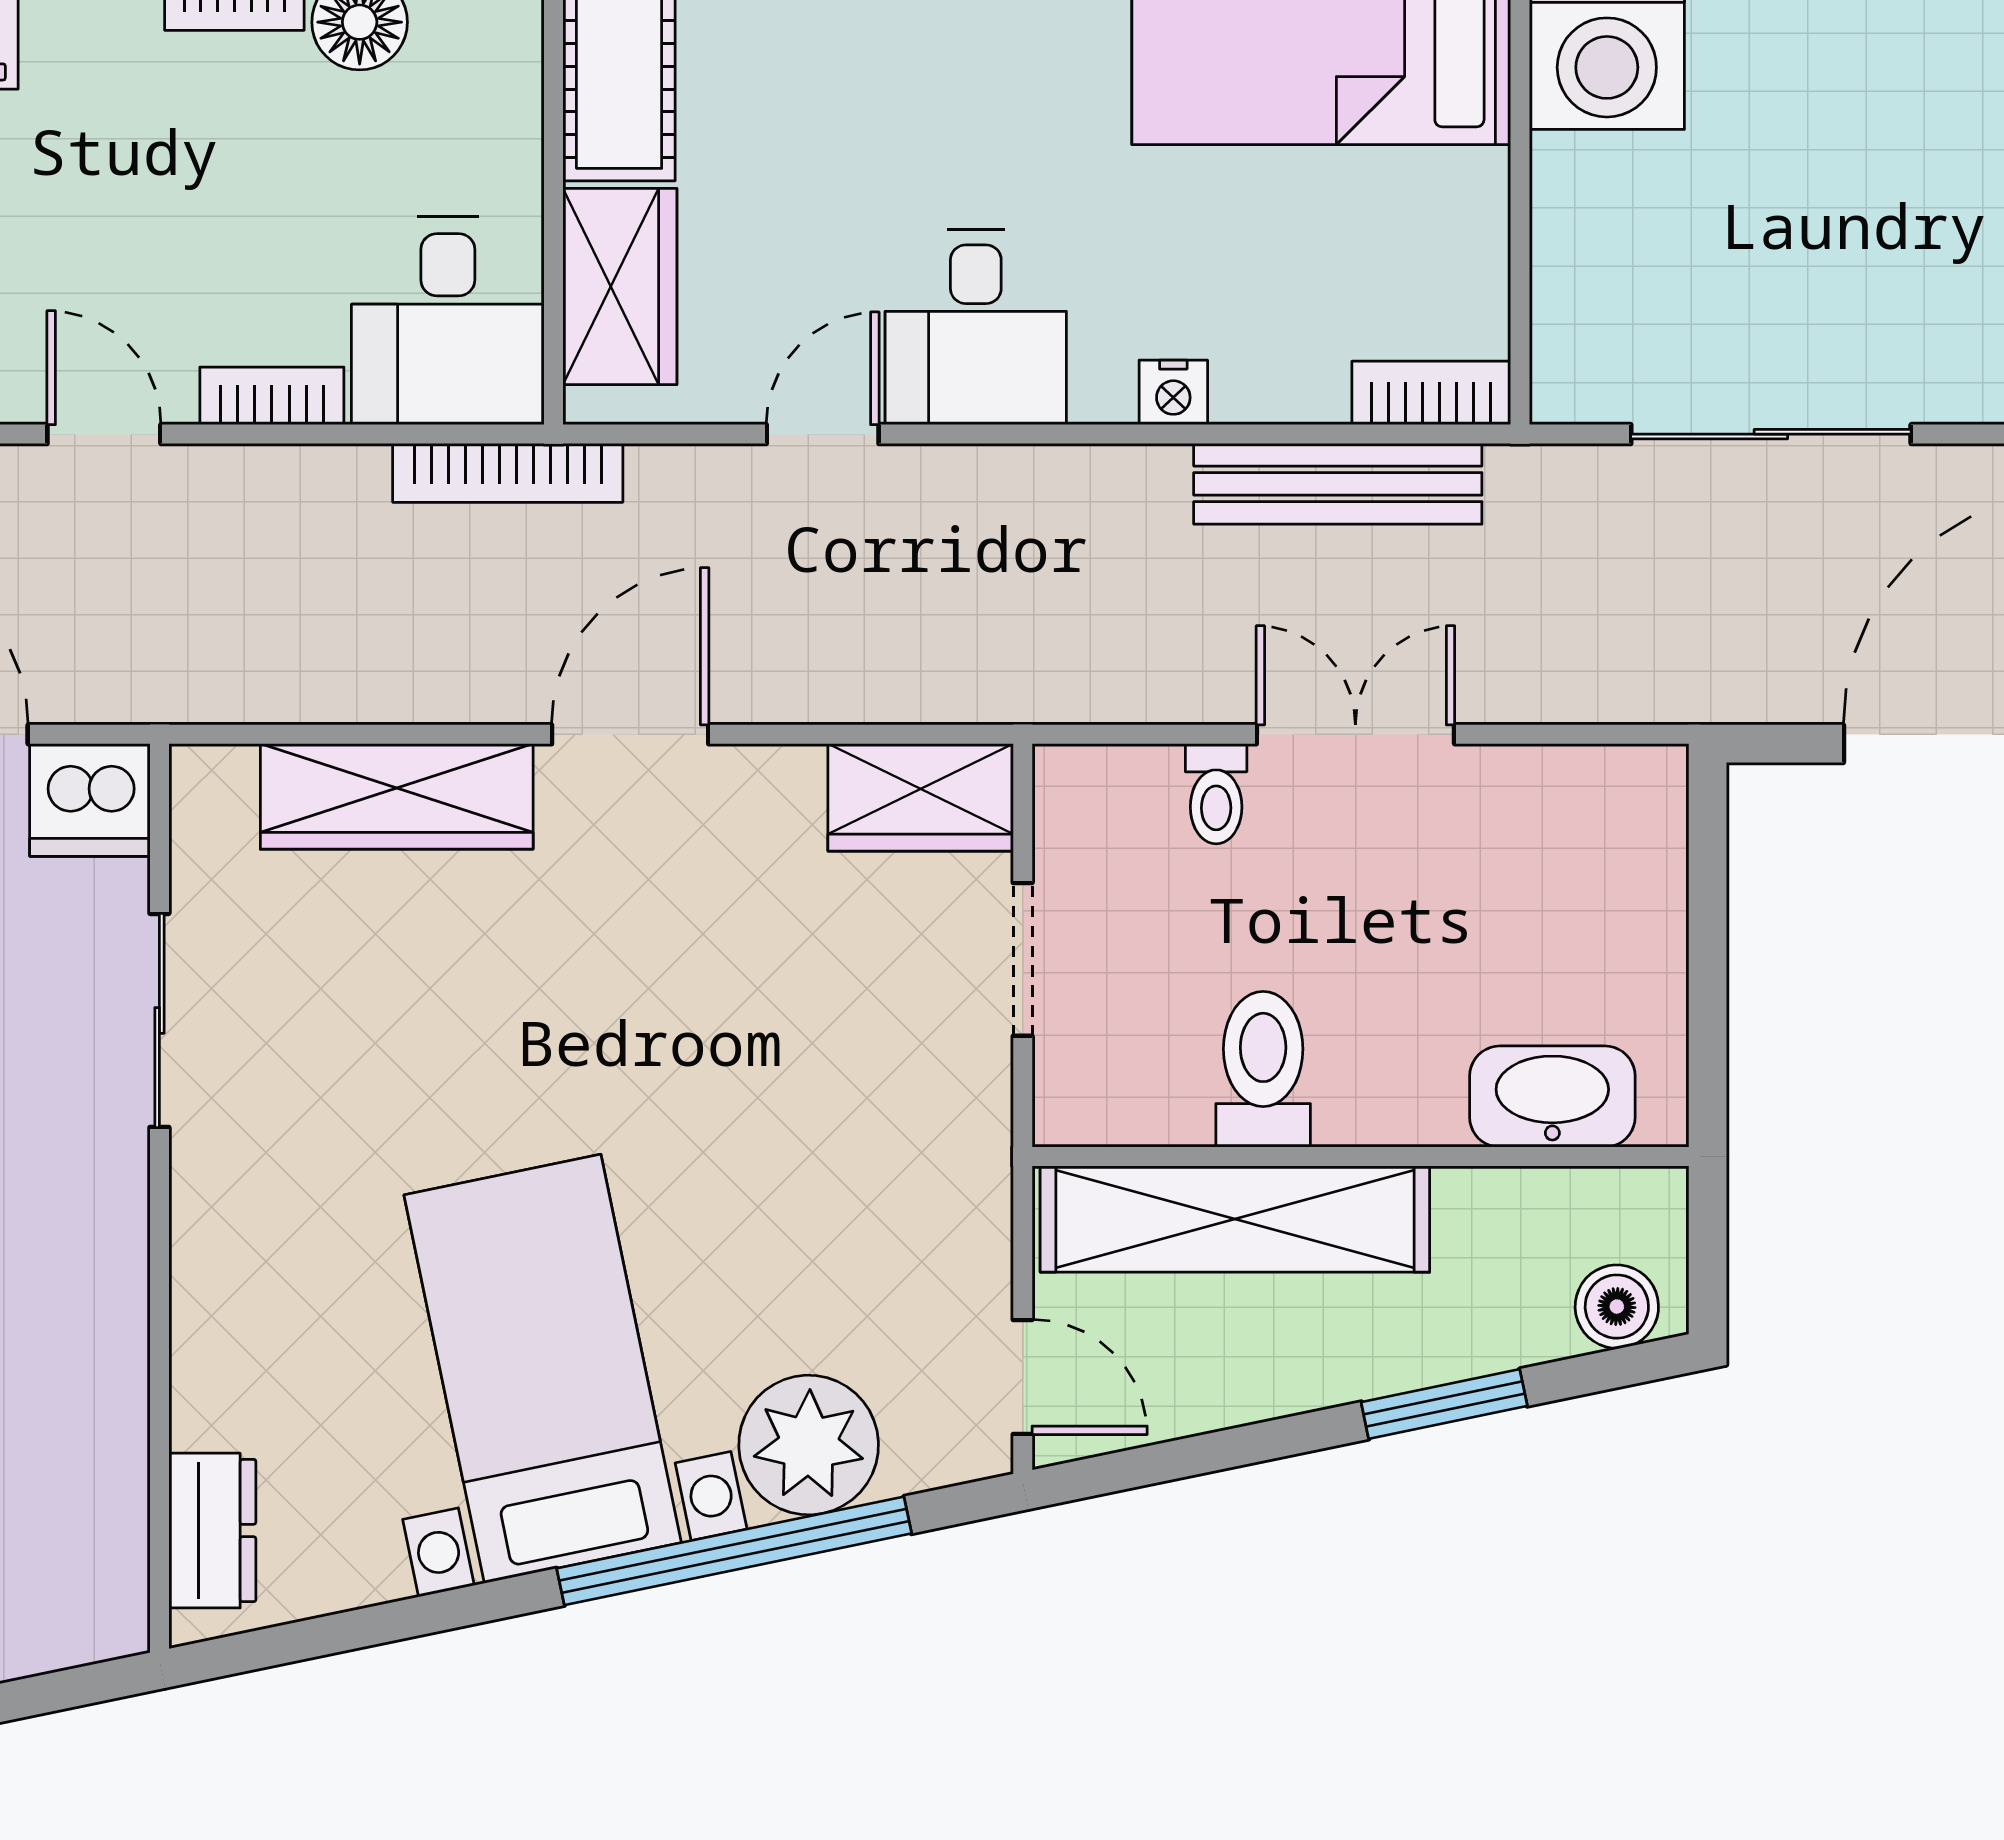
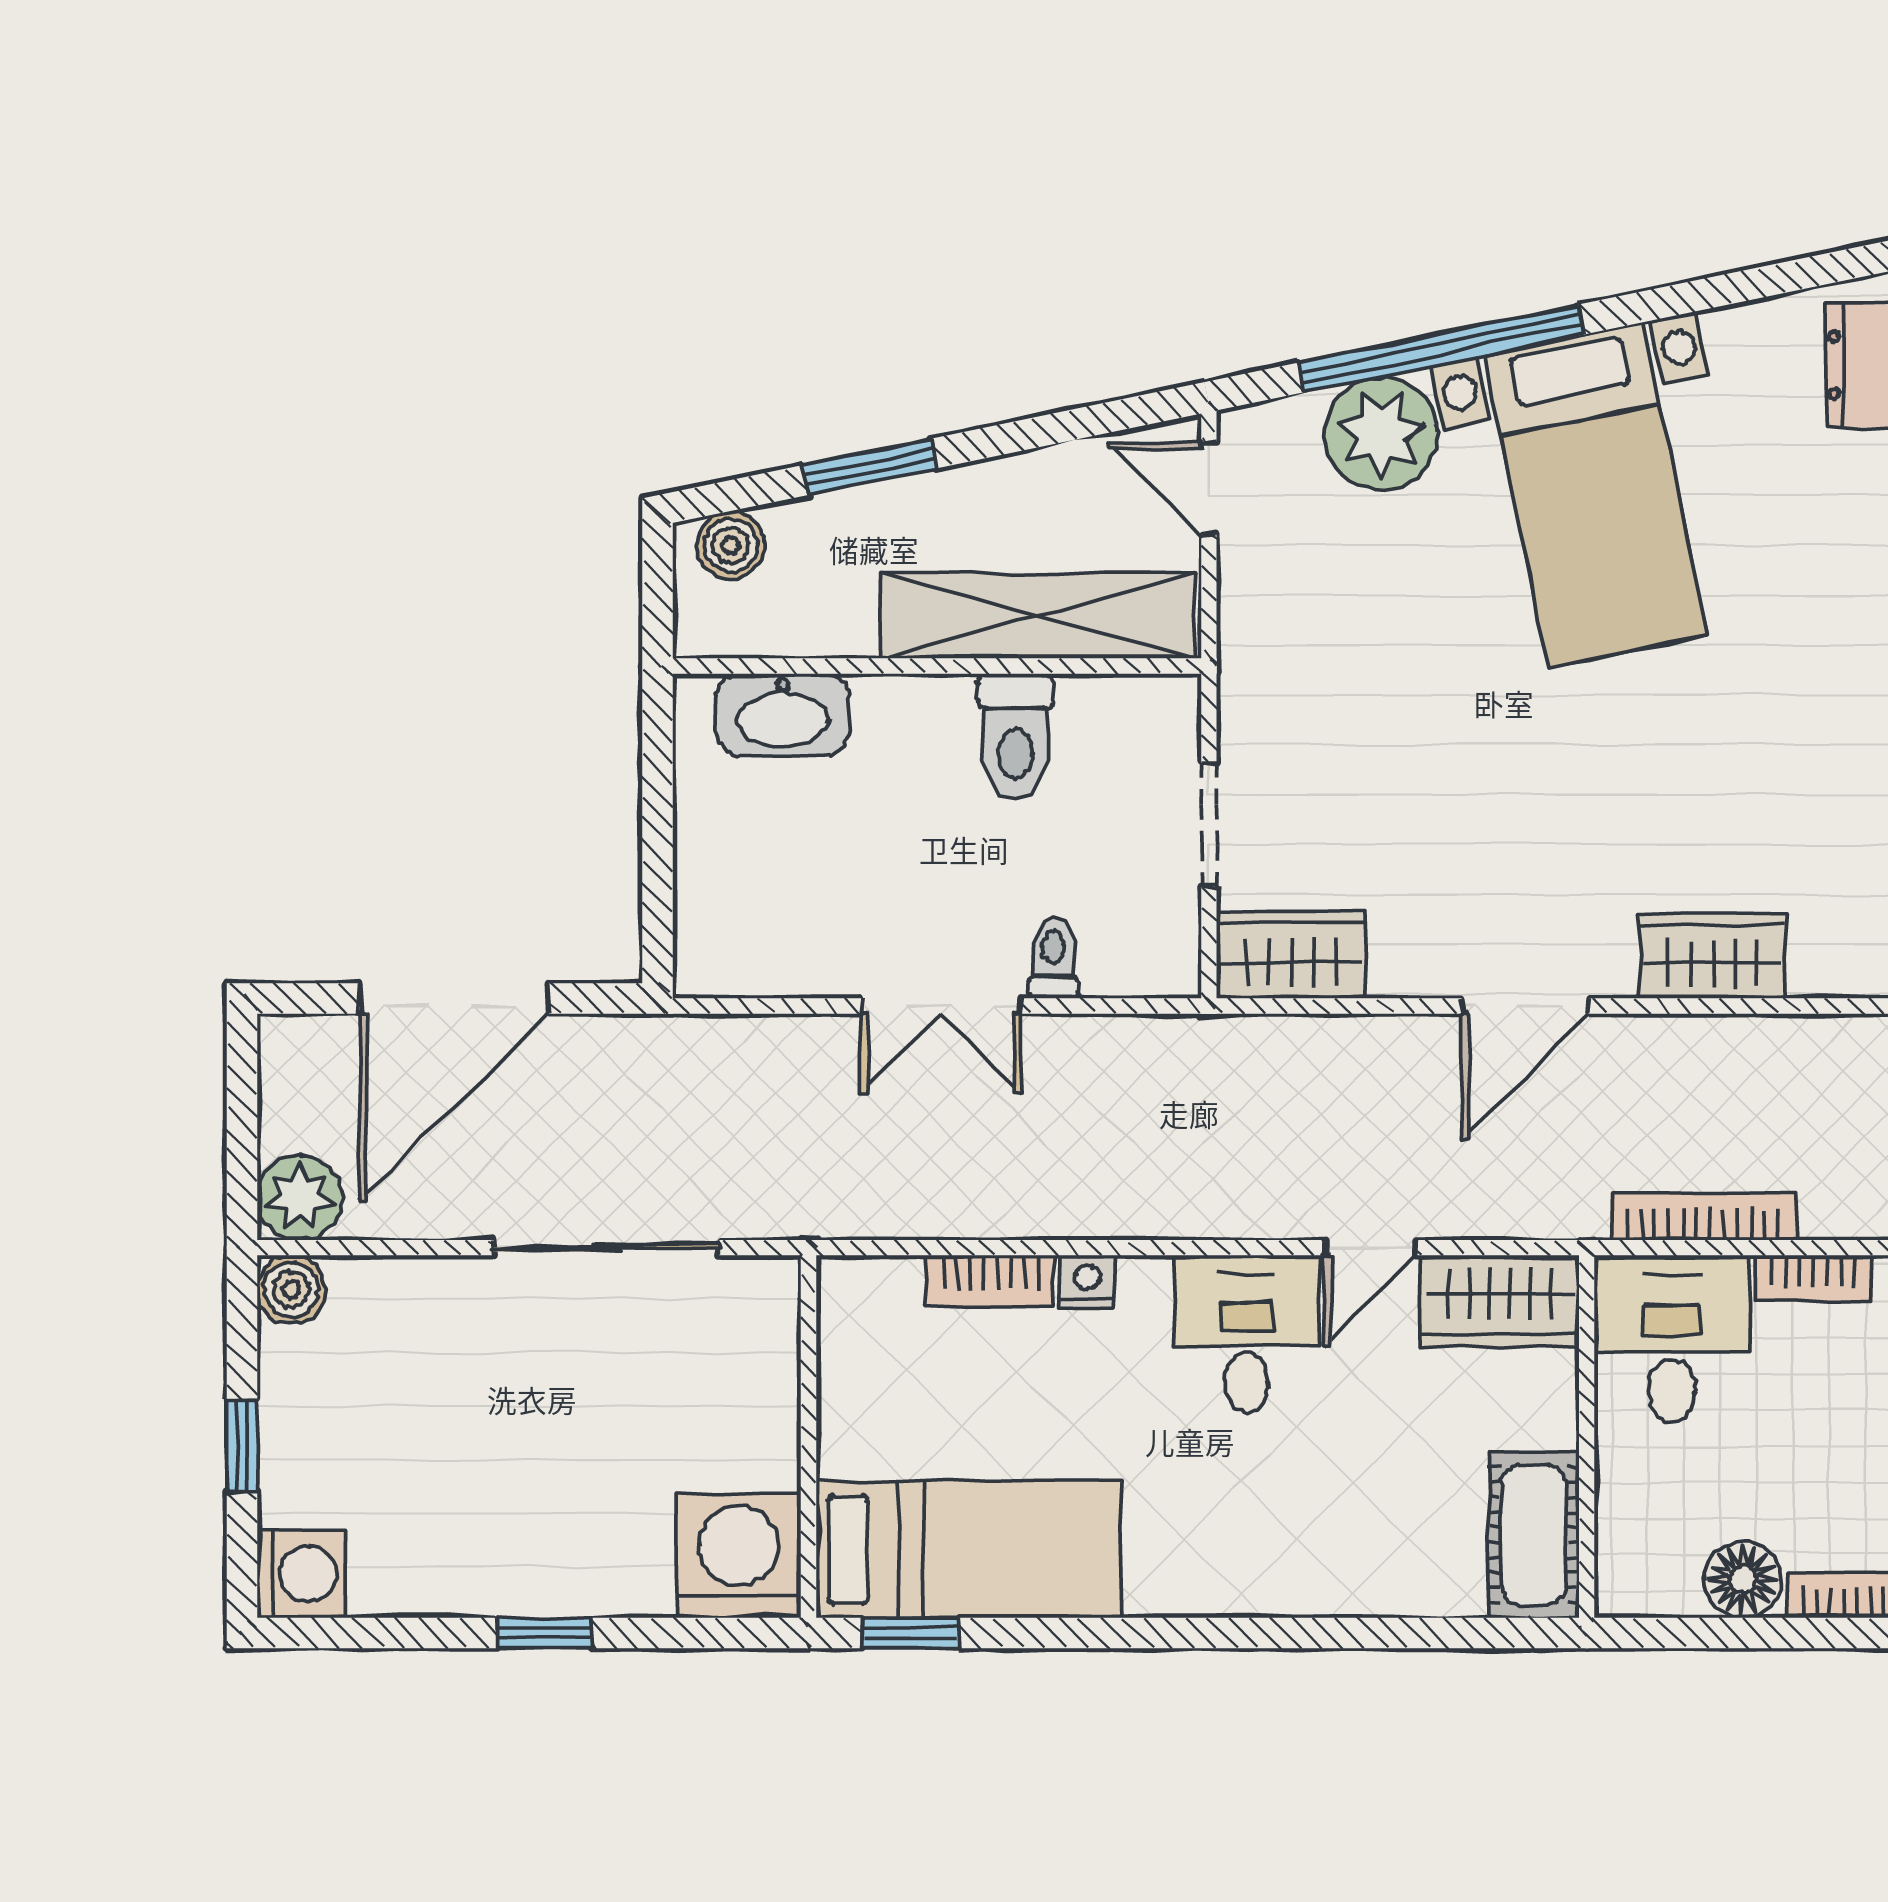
wardrobe: (620, 287) -> (1500, 1301), moved, turned -90
bookcase: (1431, 393) -> (990, 1281), moved
bookcase: (508, 473) -> (1703, 1216), moved
bench: (1338, 484) -> (955, 1208), removed
wardrobe: (397, 796) -> (1713, 956), width x0.67

